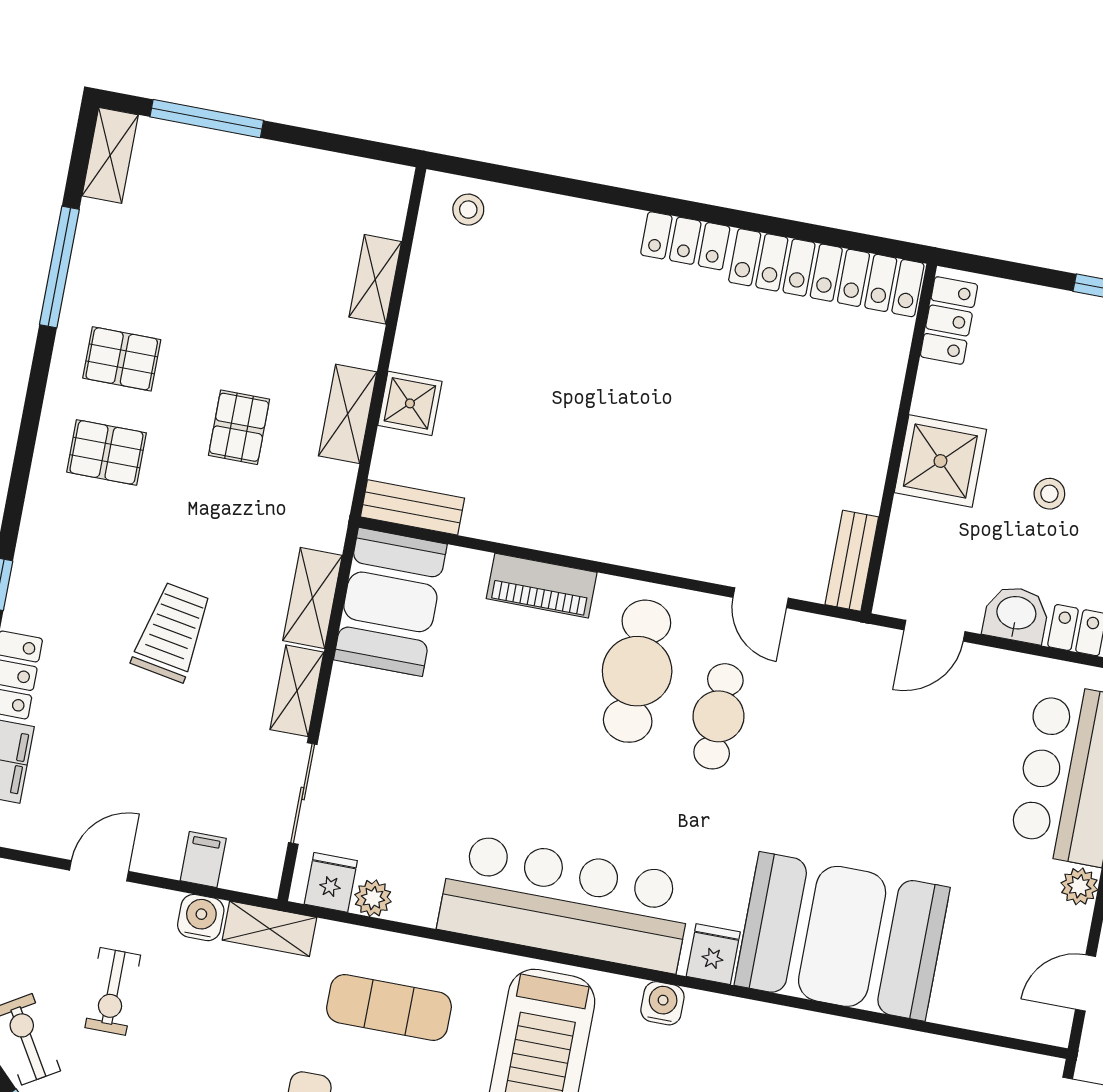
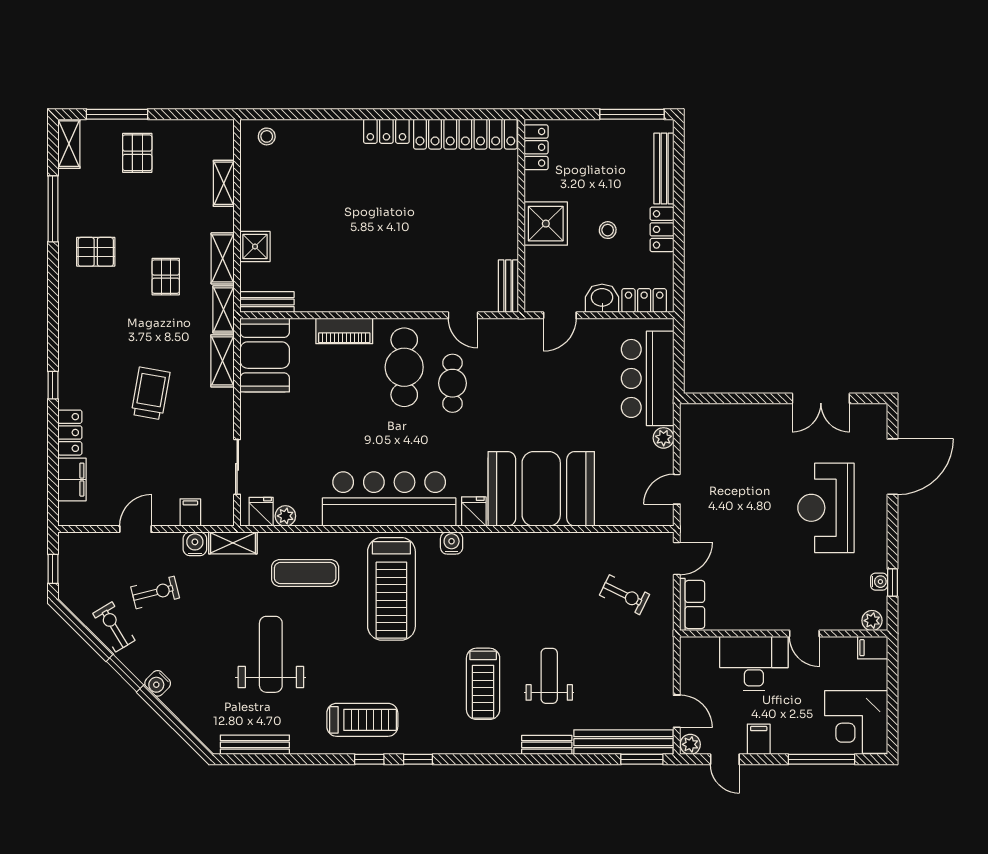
pallet: (106, 452) -> (137, 153), moved, turned 90
shelving: (297, 691) -> (224, 309), moved
exercise bike: (113, 991) -> (155, 592), turned -104

